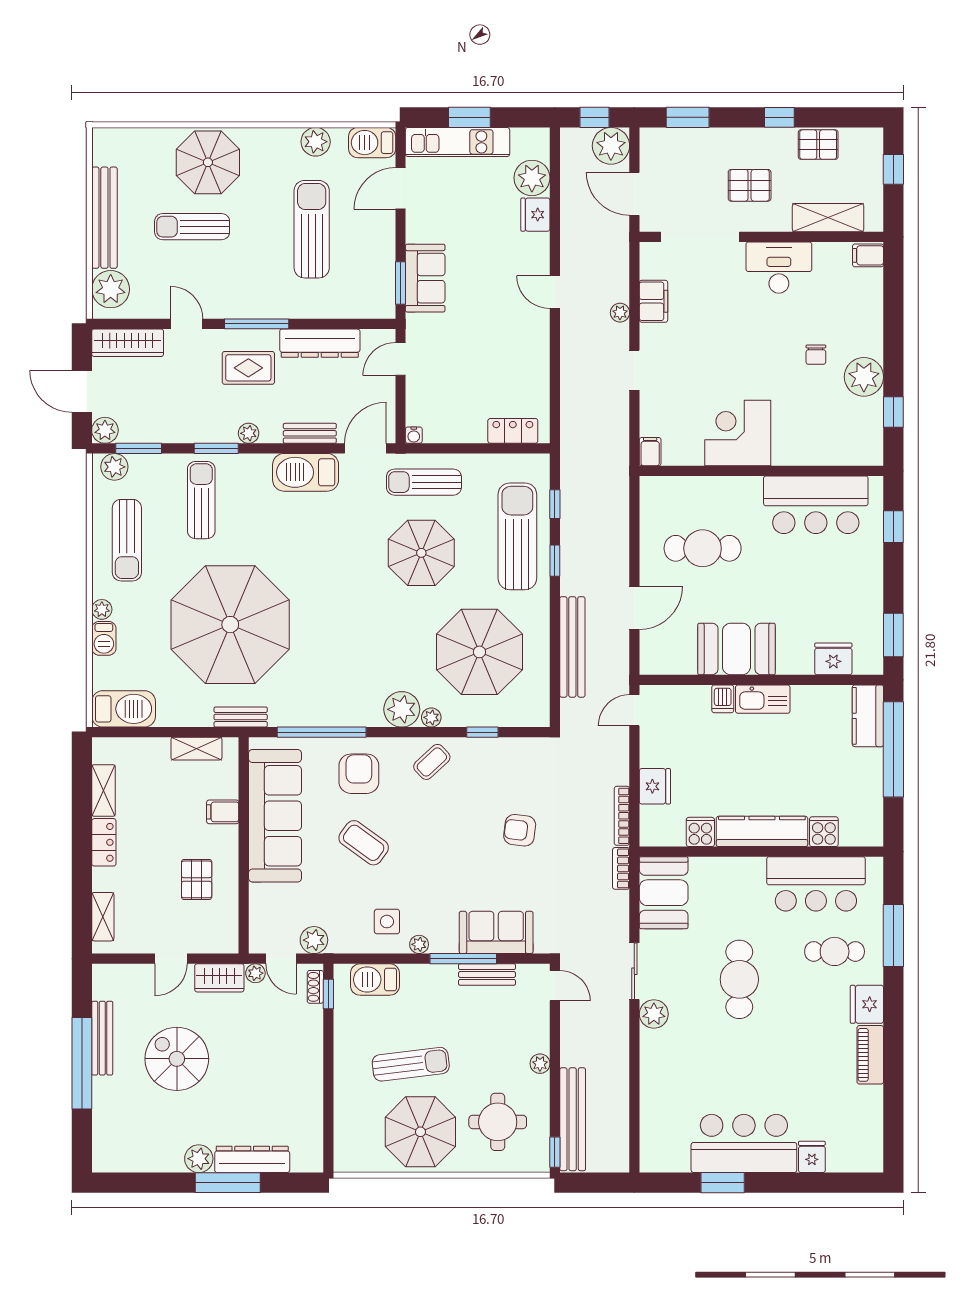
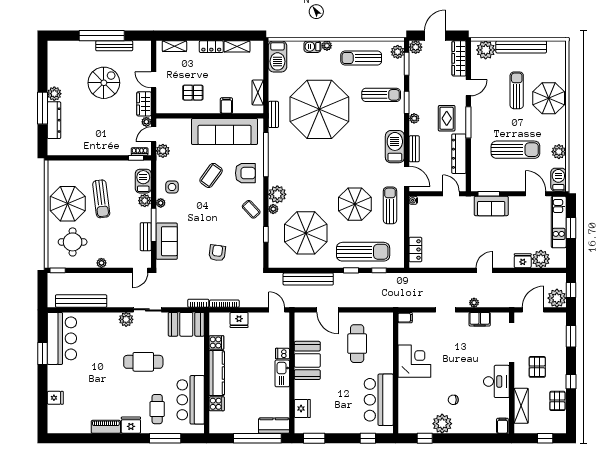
plant: (414, 977) -> (145, 201), added
bench: (573, 1119) -> (81, 301), moved
bar counter: (744, 1143) -> (62, 338), moved

